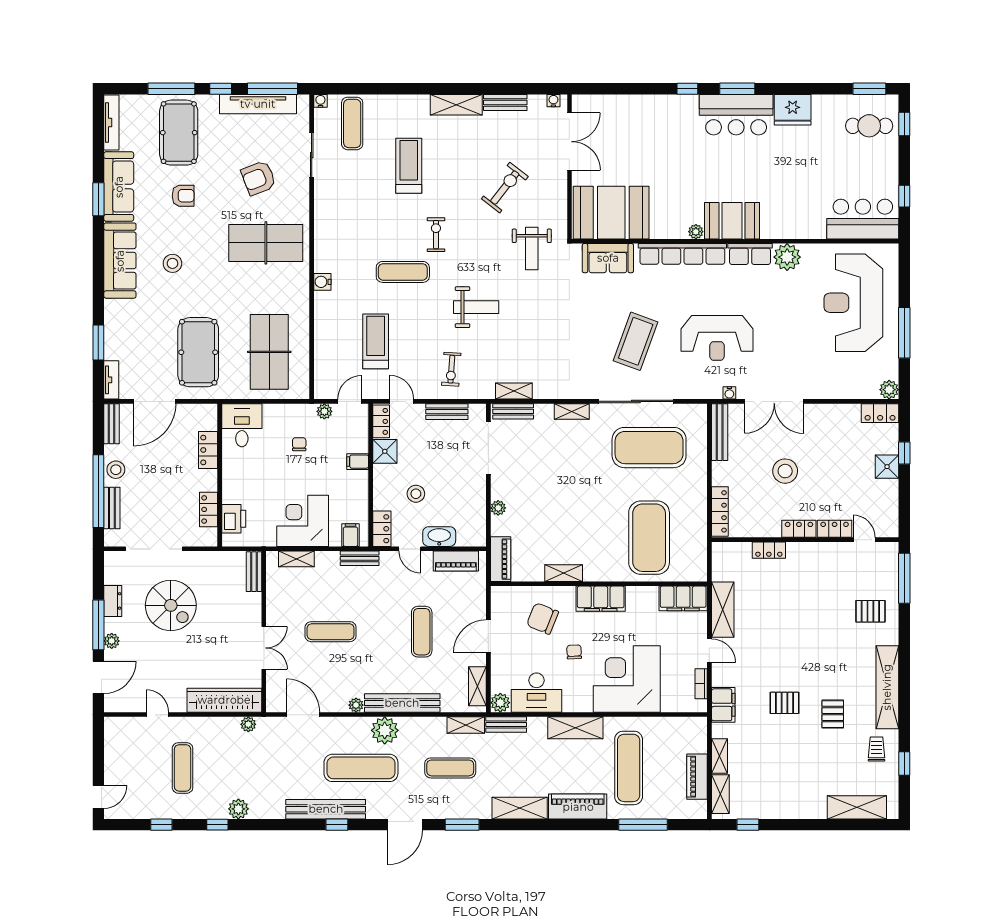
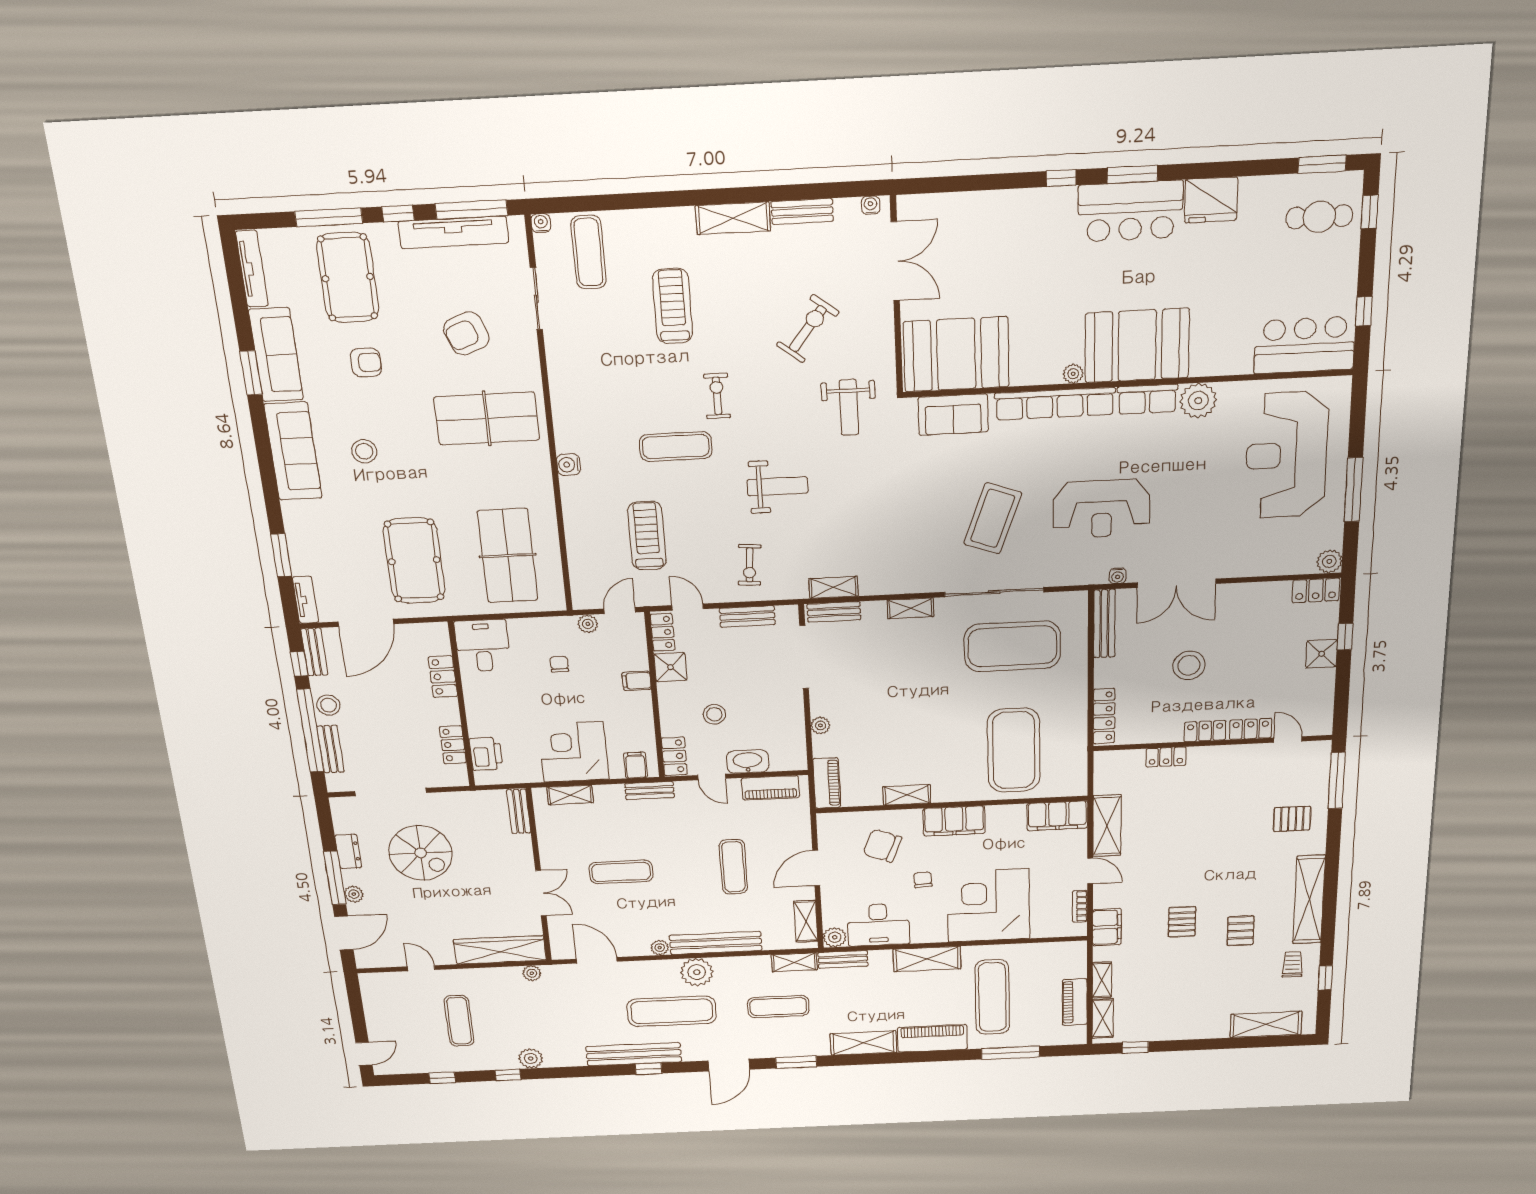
booth: (732, 221) -> (1137, 345), width x1.36, depth x1.42
window: (98, 433) -> (299, 664), added
pallet: (785, 703) -> (1182, 922), turned 90

